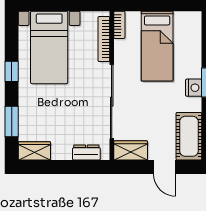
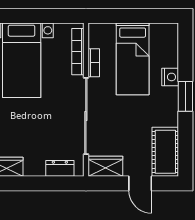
bookcase: (119, 25) -> (94, 63), moved
nightstand: (194, 88) -> (170, 77), moved

